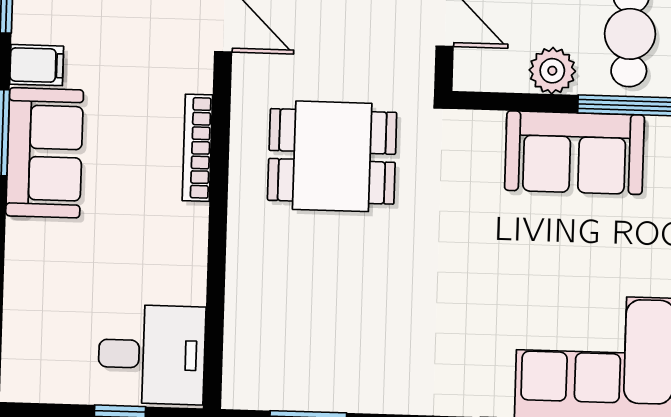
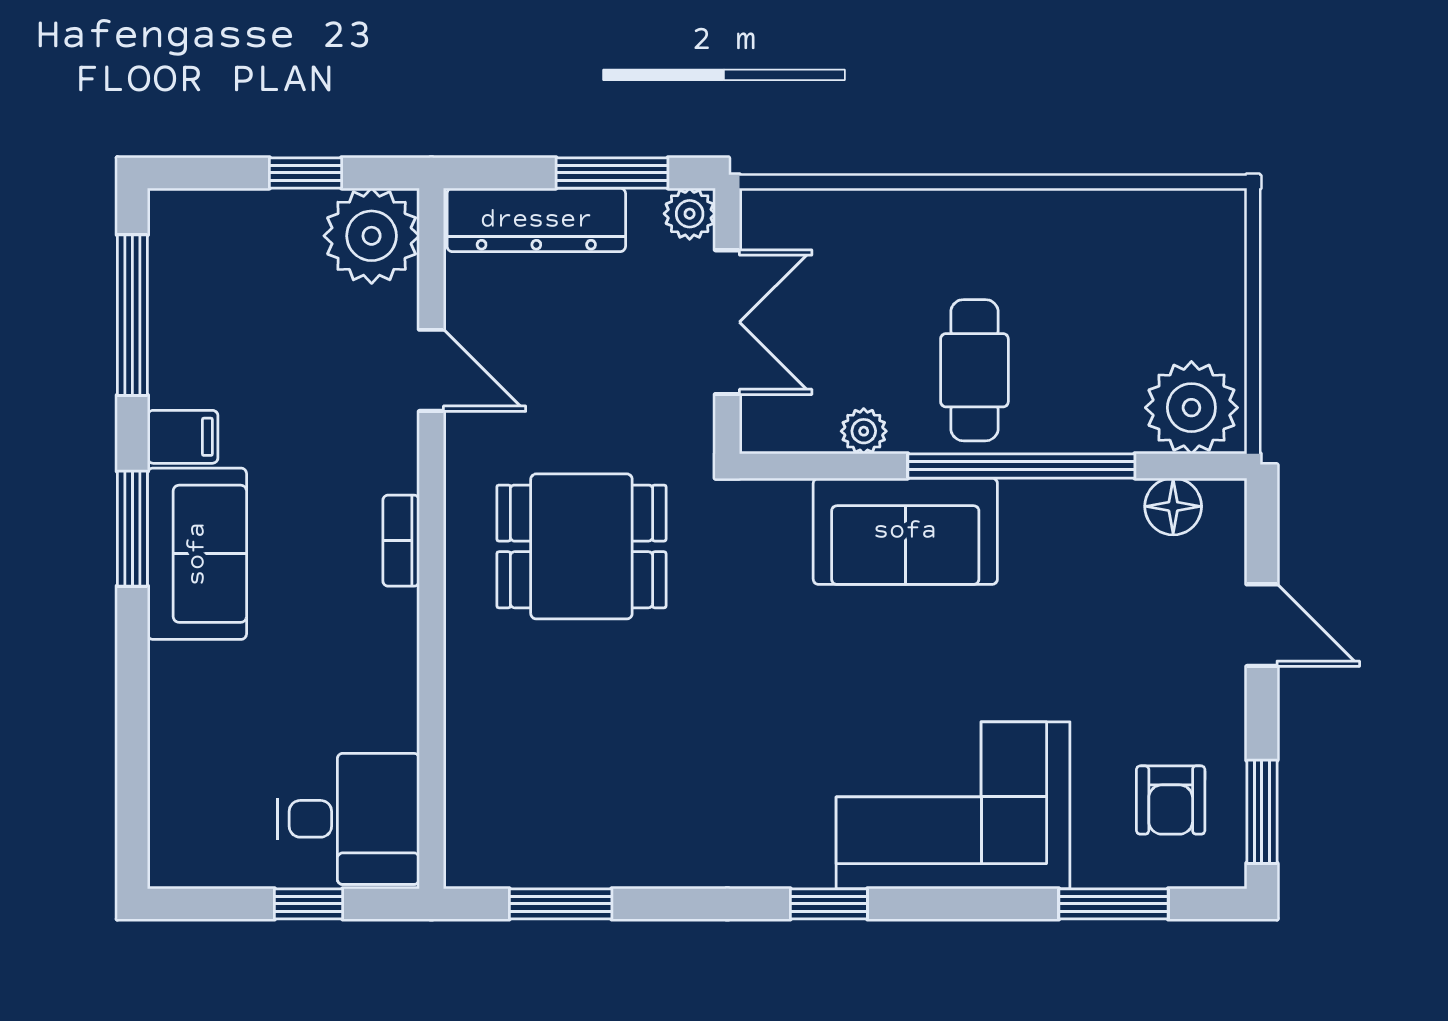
plant: (552, 71) -> (864, 431), width x0.73, depth x0.73
bookcase: (197, 148) -> (401, 541), width x0.64

